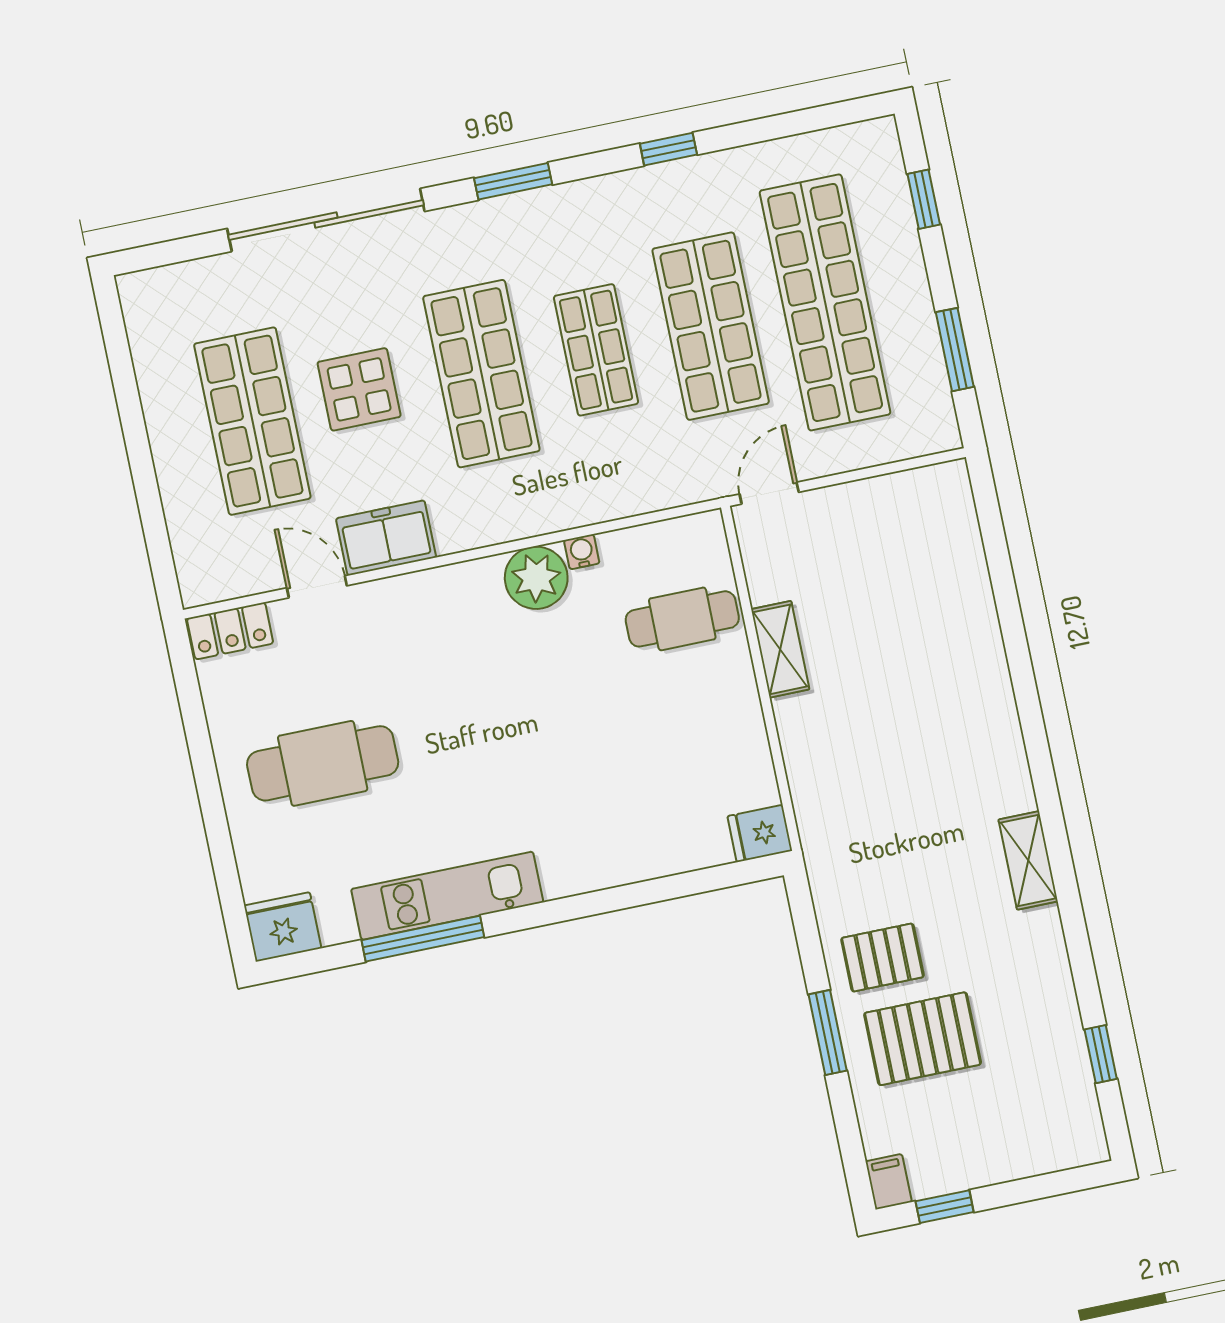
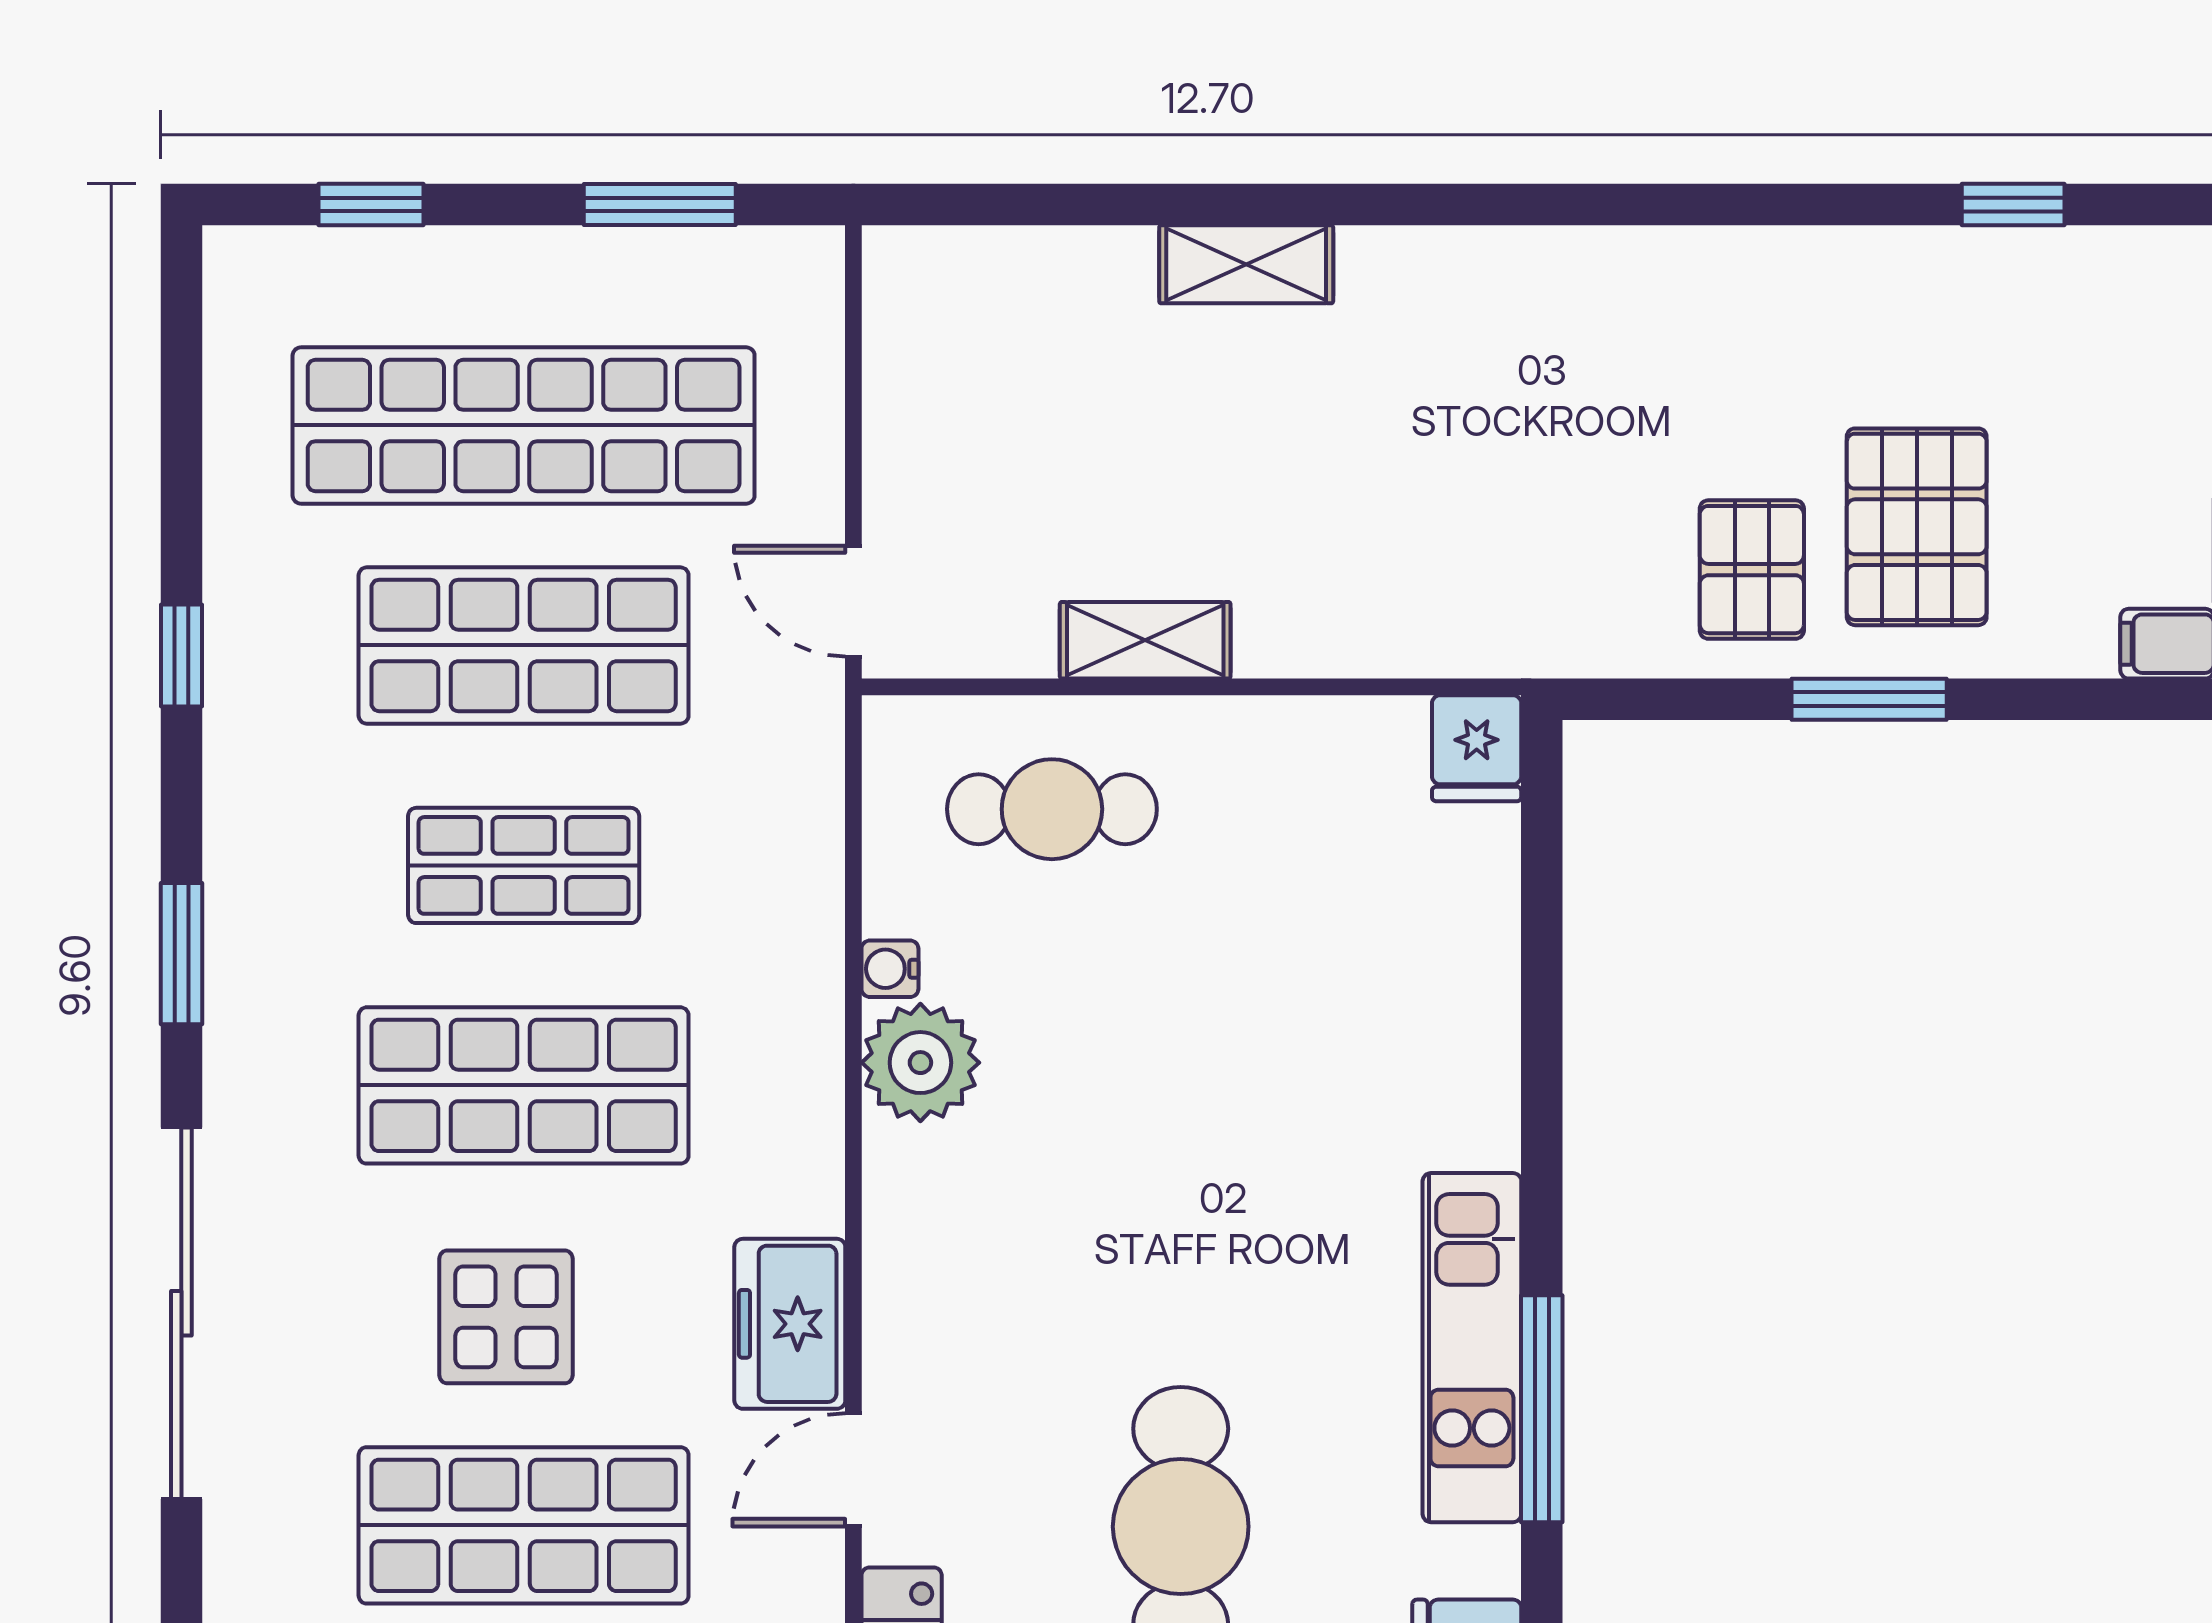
cafe table: (682, 619) -> (1052, 809), turned 90
shelving: (1028, 860) -> (1246, 264), moved

